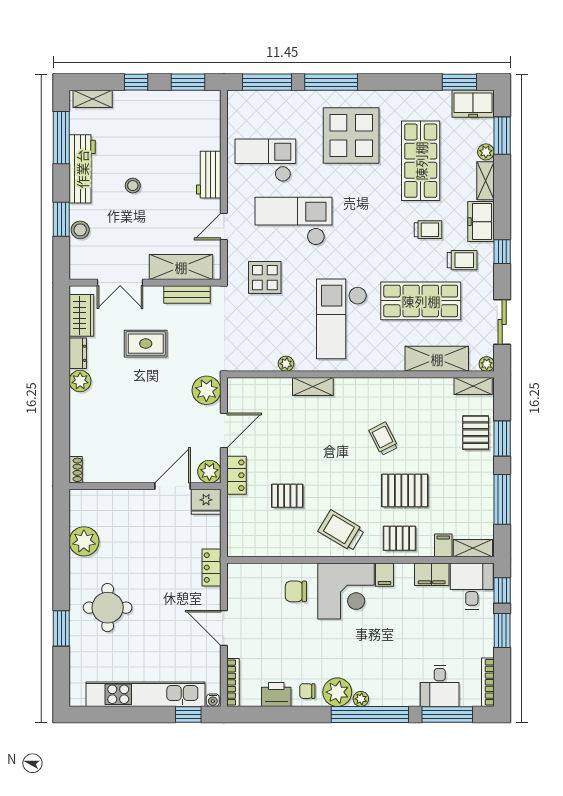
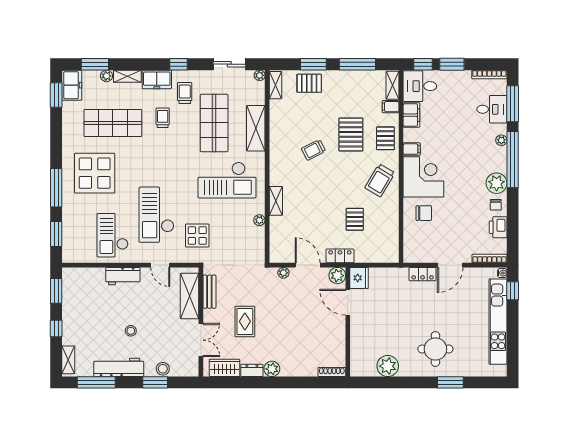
window: (267, 82) -> (56, 234), width x0.69
shelving: (437, 359) -> (256, 128), moved
plant: (206, 390) -> (283, 273), width x0.53, depth x0.53
shoe rack: (76, 470) -> (332, 372), width x1.43
locker: (211, 568) -> (423, 274), moved
chair: (296, 591) -> (424, 213), turned -90
plant: (361, 699) -> (501, 140), moved

